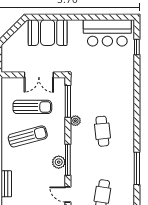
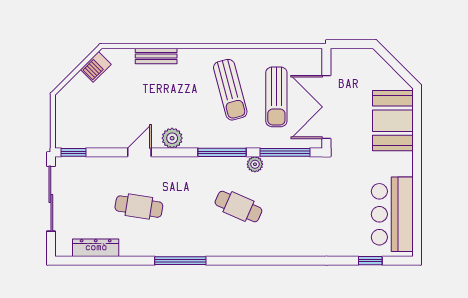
double door: (39, 75) -> (326, 107), width x1.37
cafe table: (102, 131) -> (238, 207), turned 30
window: (68, 160) -> (222, 152), moved
plant: (59, 162) -> (172, 138), moved

